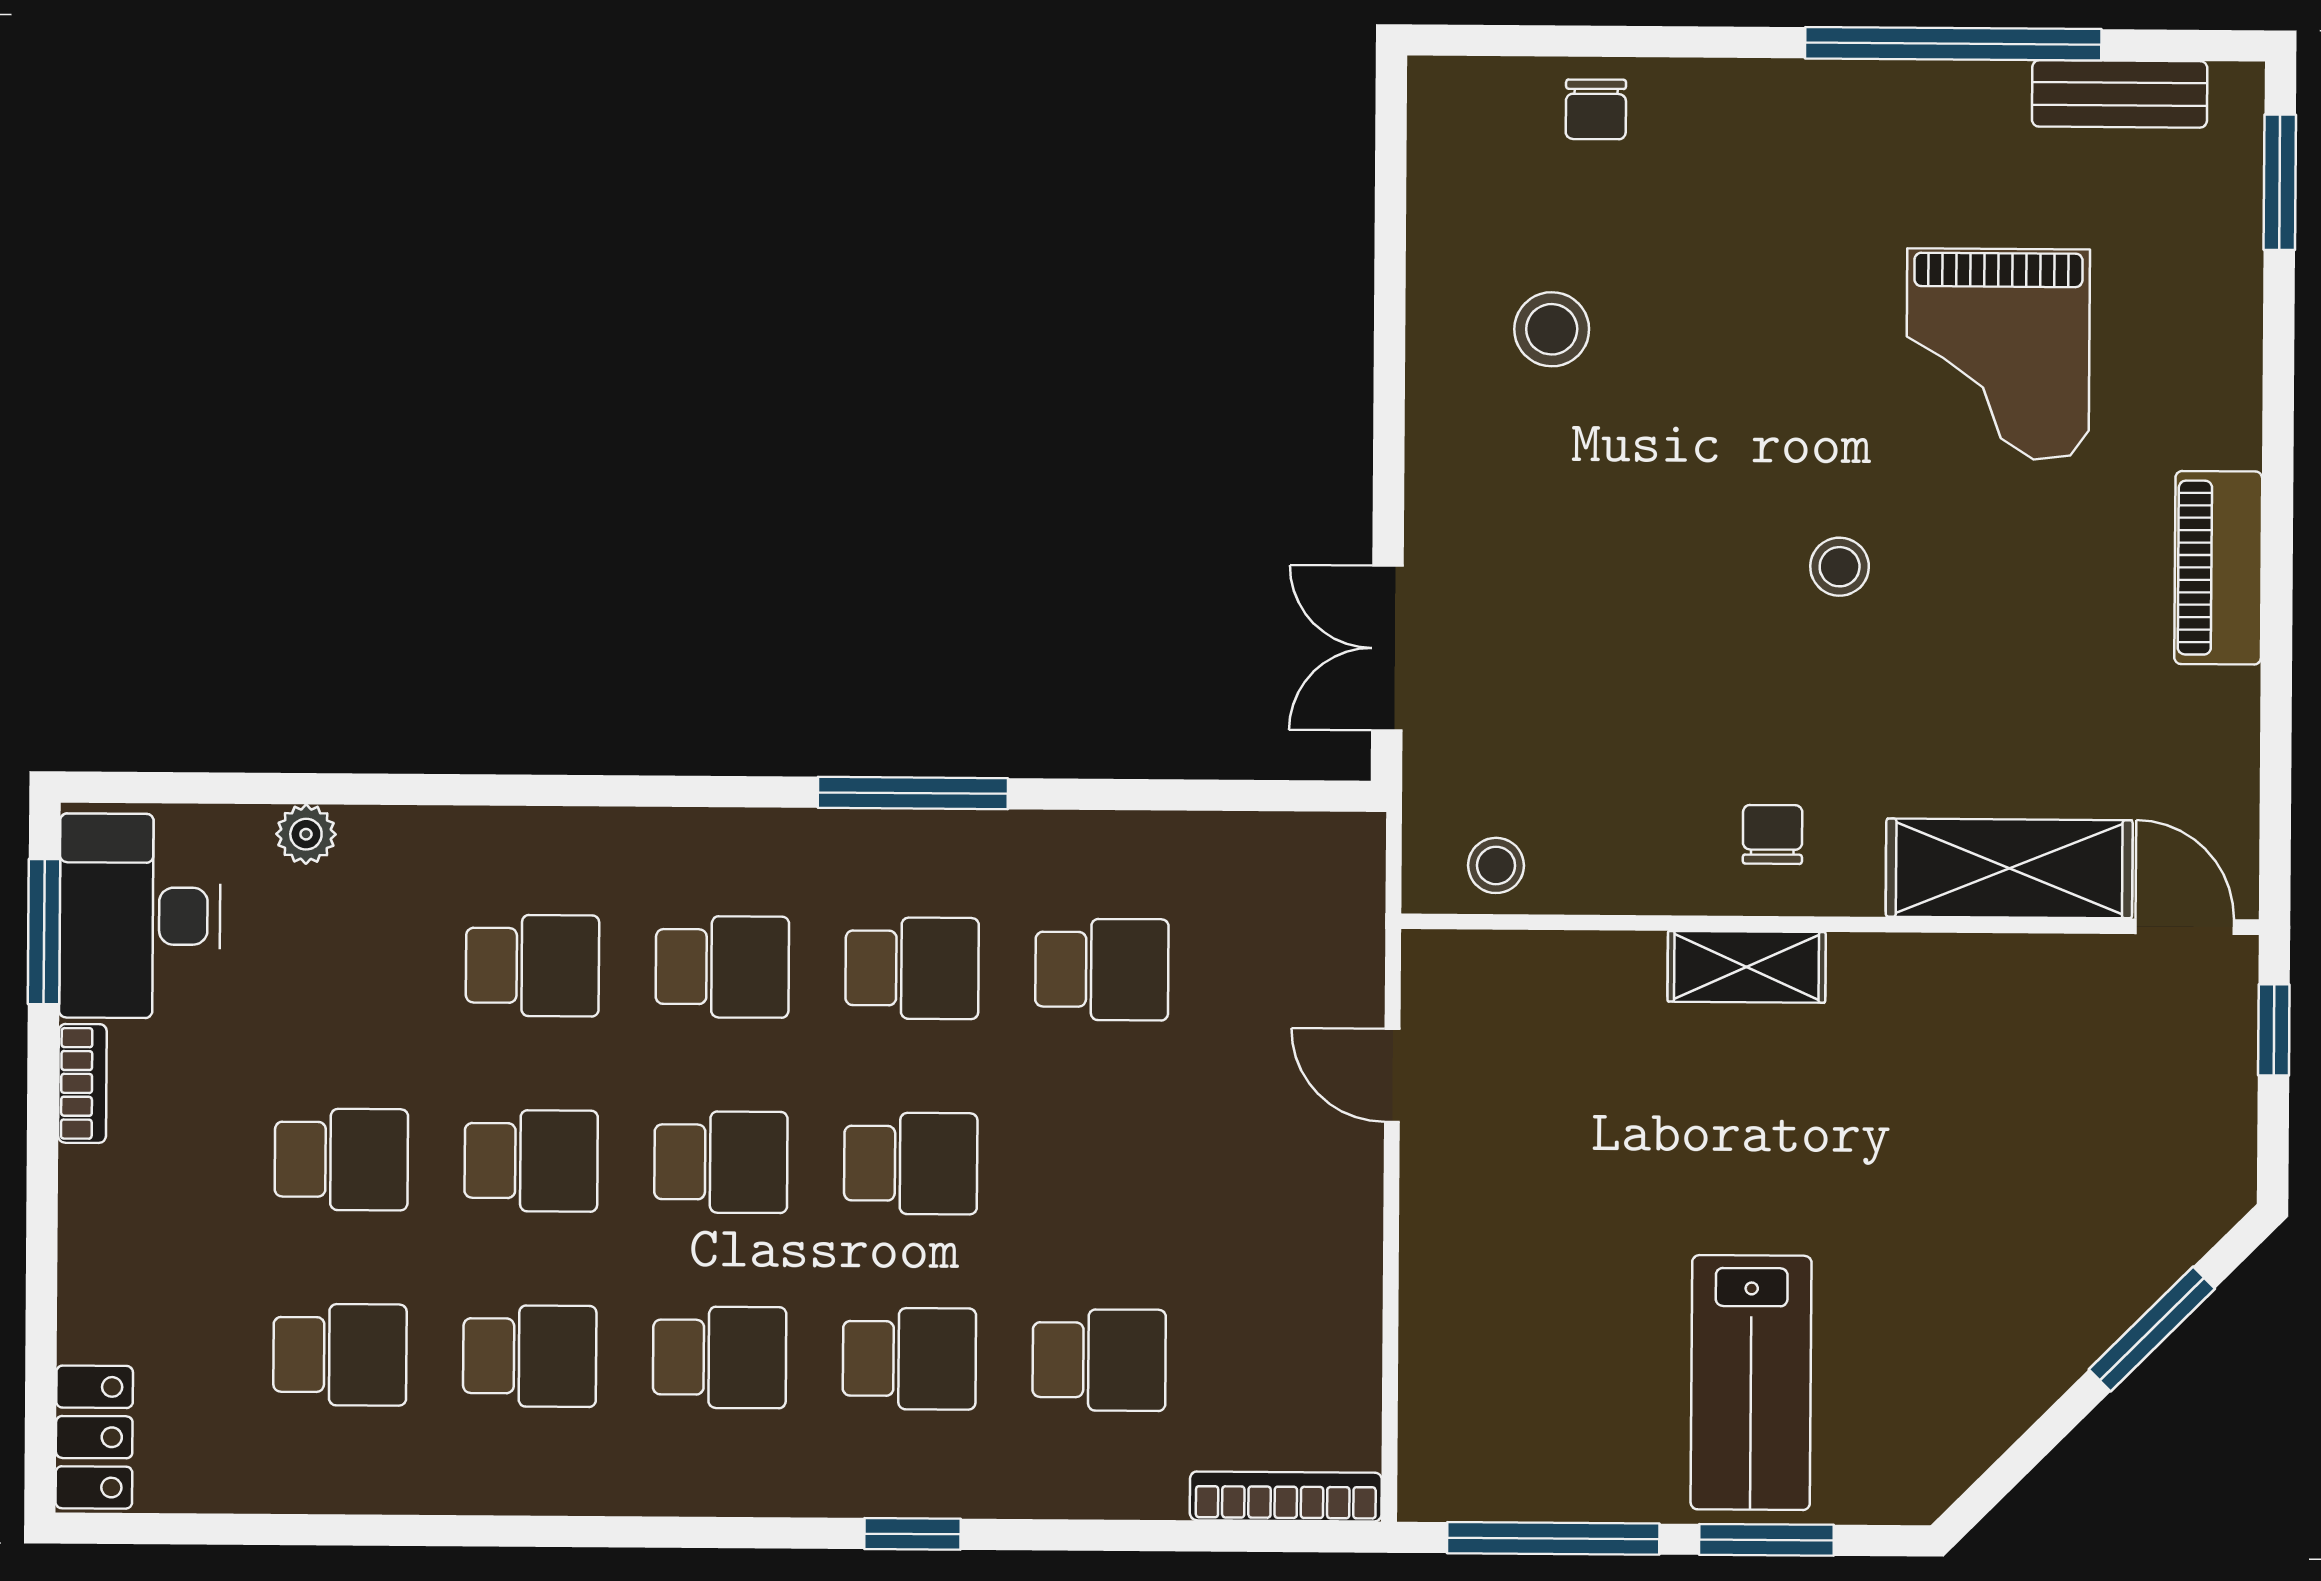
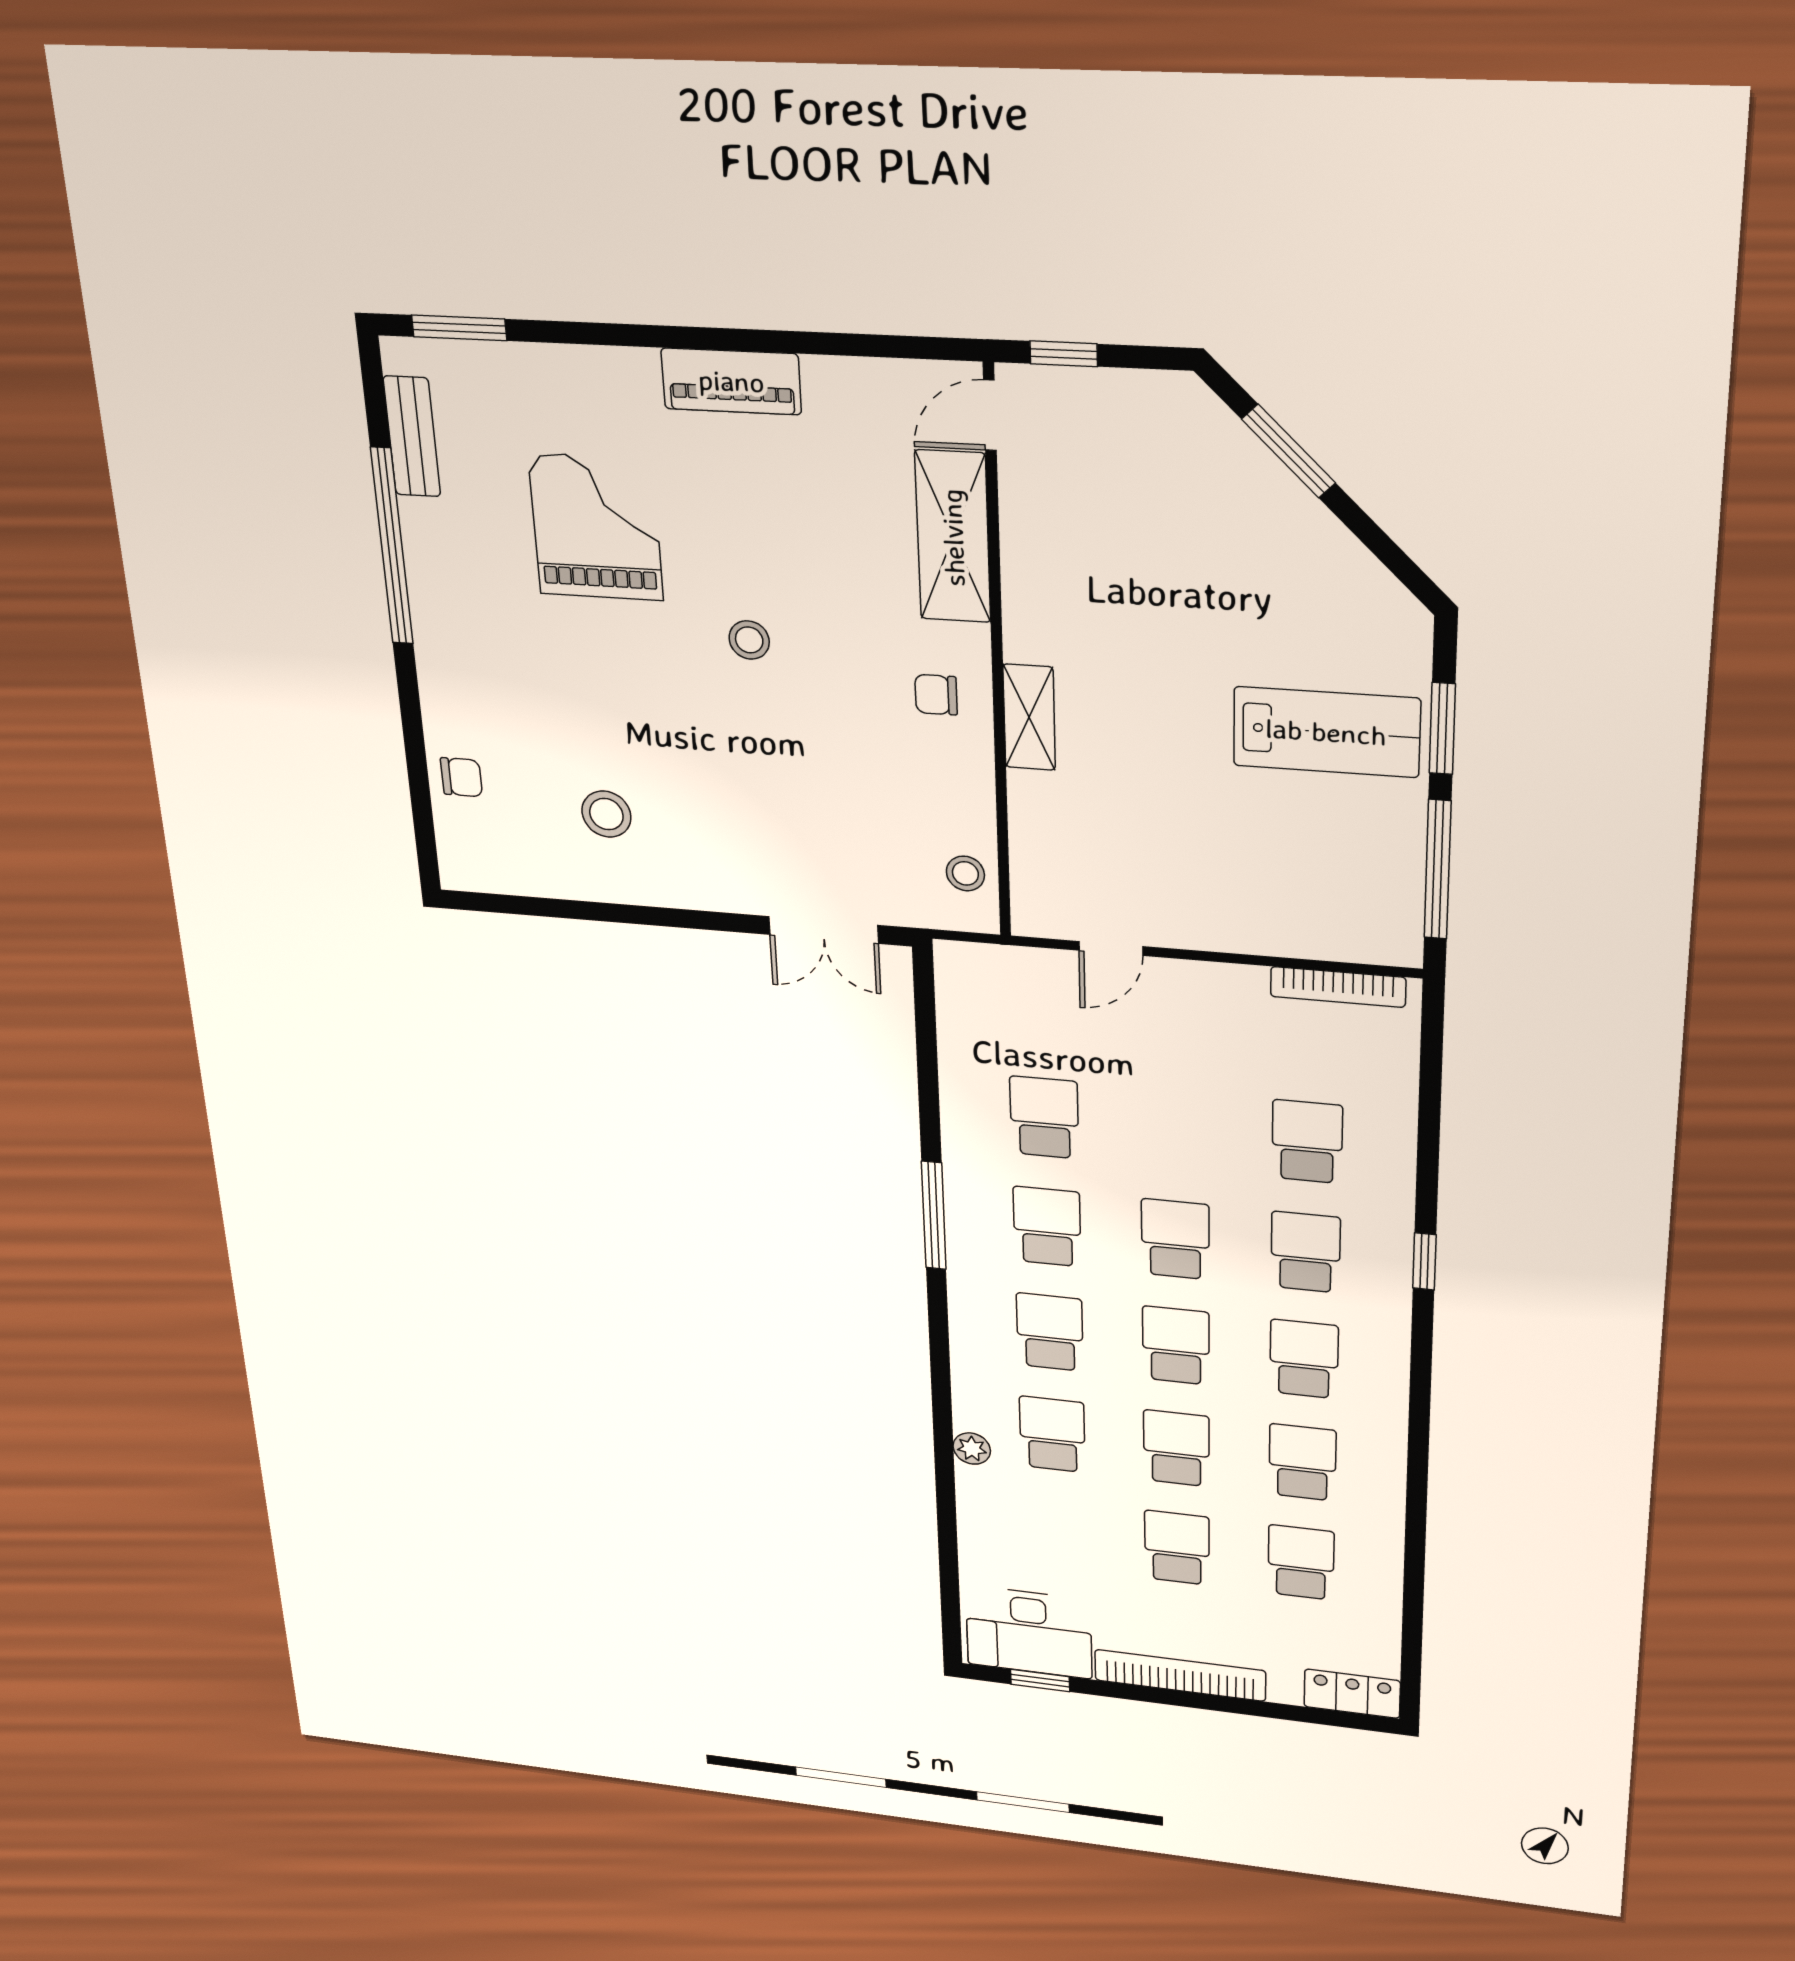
grand piano: (1998, 354) -> (596, 527), turned -90
plant: (306, 834) -> (972, 1449), moved
window: (44, 932) -> (1040, 1680), width x0.67
bookcase: (82, 1083) -> (1180, 1675), width x2.31, depth x1.31
bookcase: (1286, 1496) -> (1338, 987), moved, turned -90

